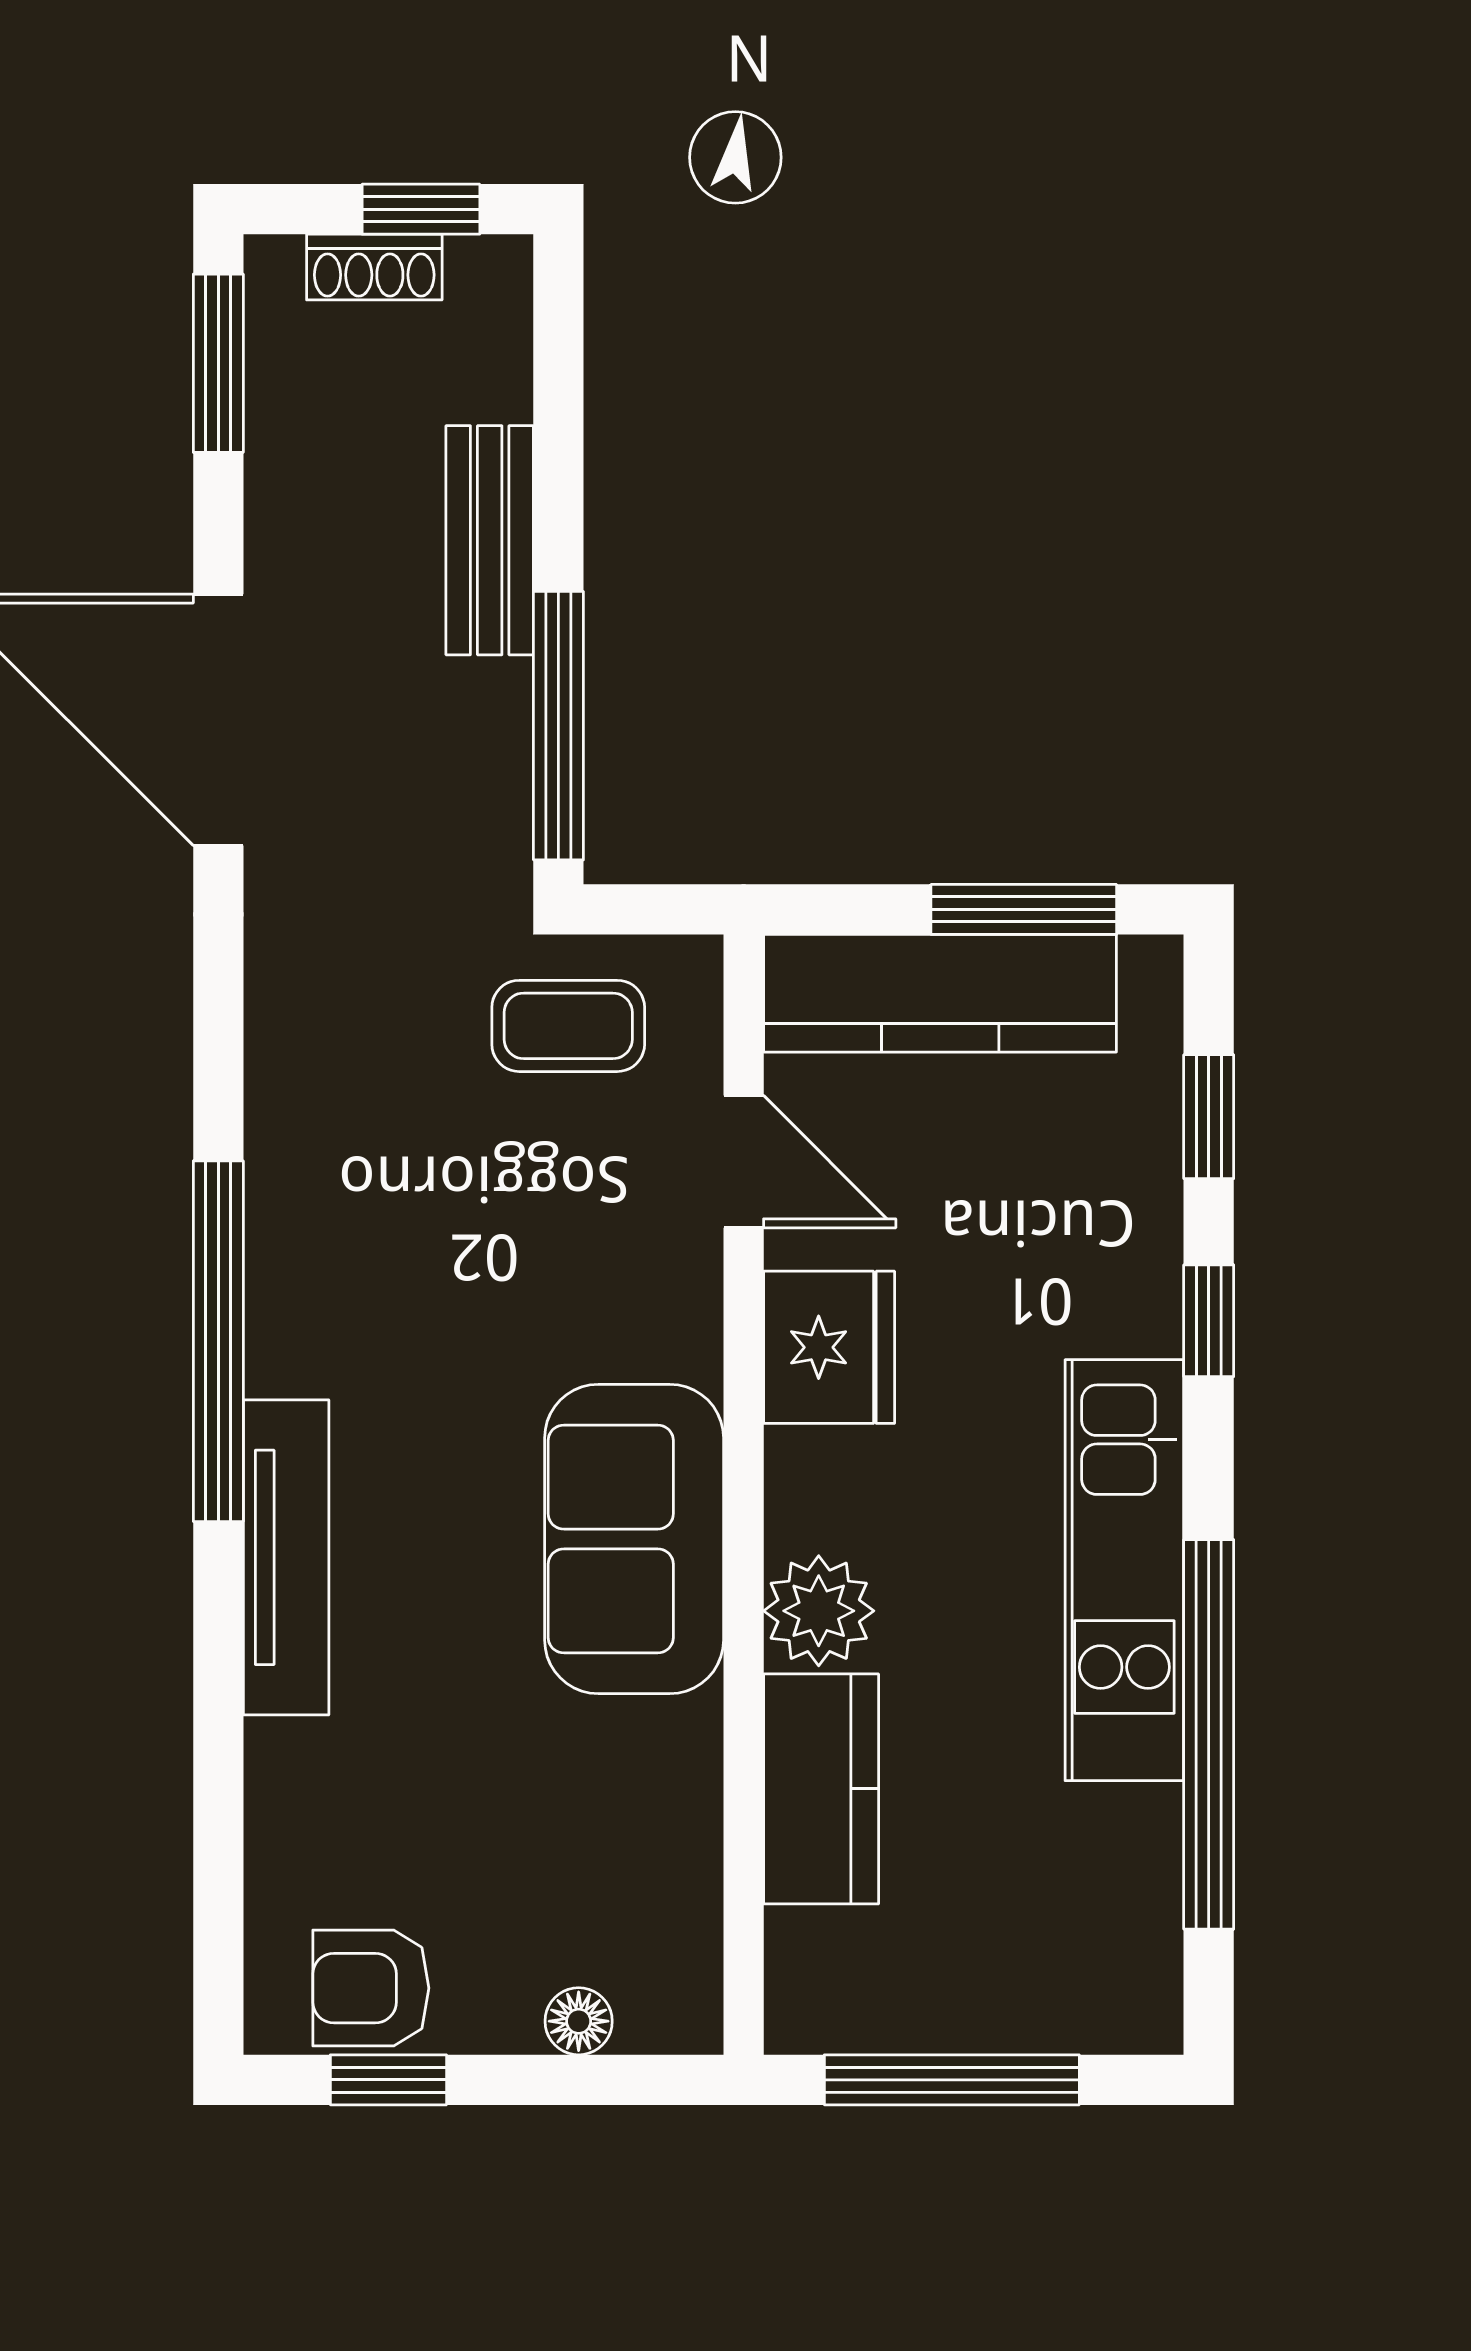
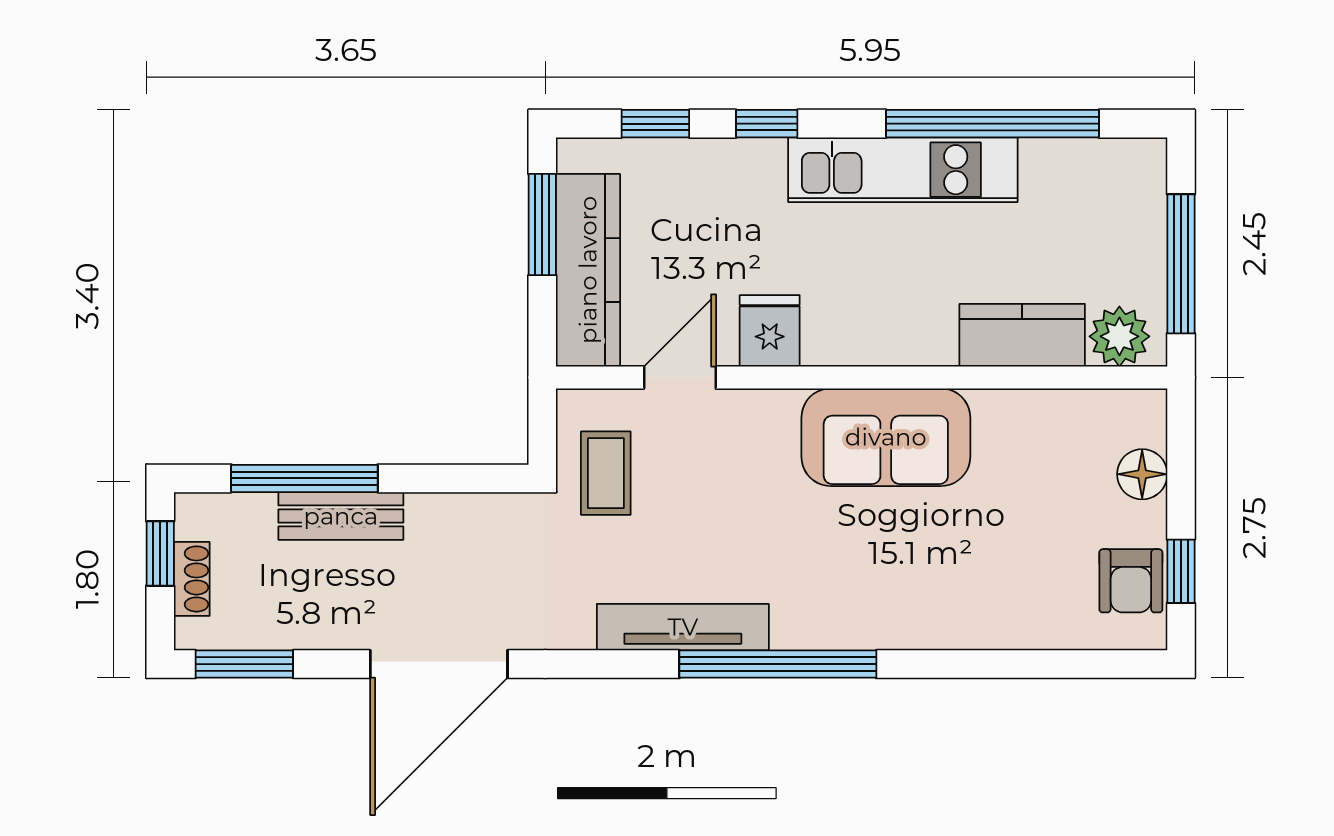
window: (558, 726) -> (304, 478), moved
fridge: (829, 1347) -> (770, 331), width x0.72
tv unit: (286, 1557) -> (683, 627), moved
plant: (819, 1611) -> (1119, 336), moved
floor lamp: (579, 2021) -> (1142, 474), width x1.37, depth x1.37

